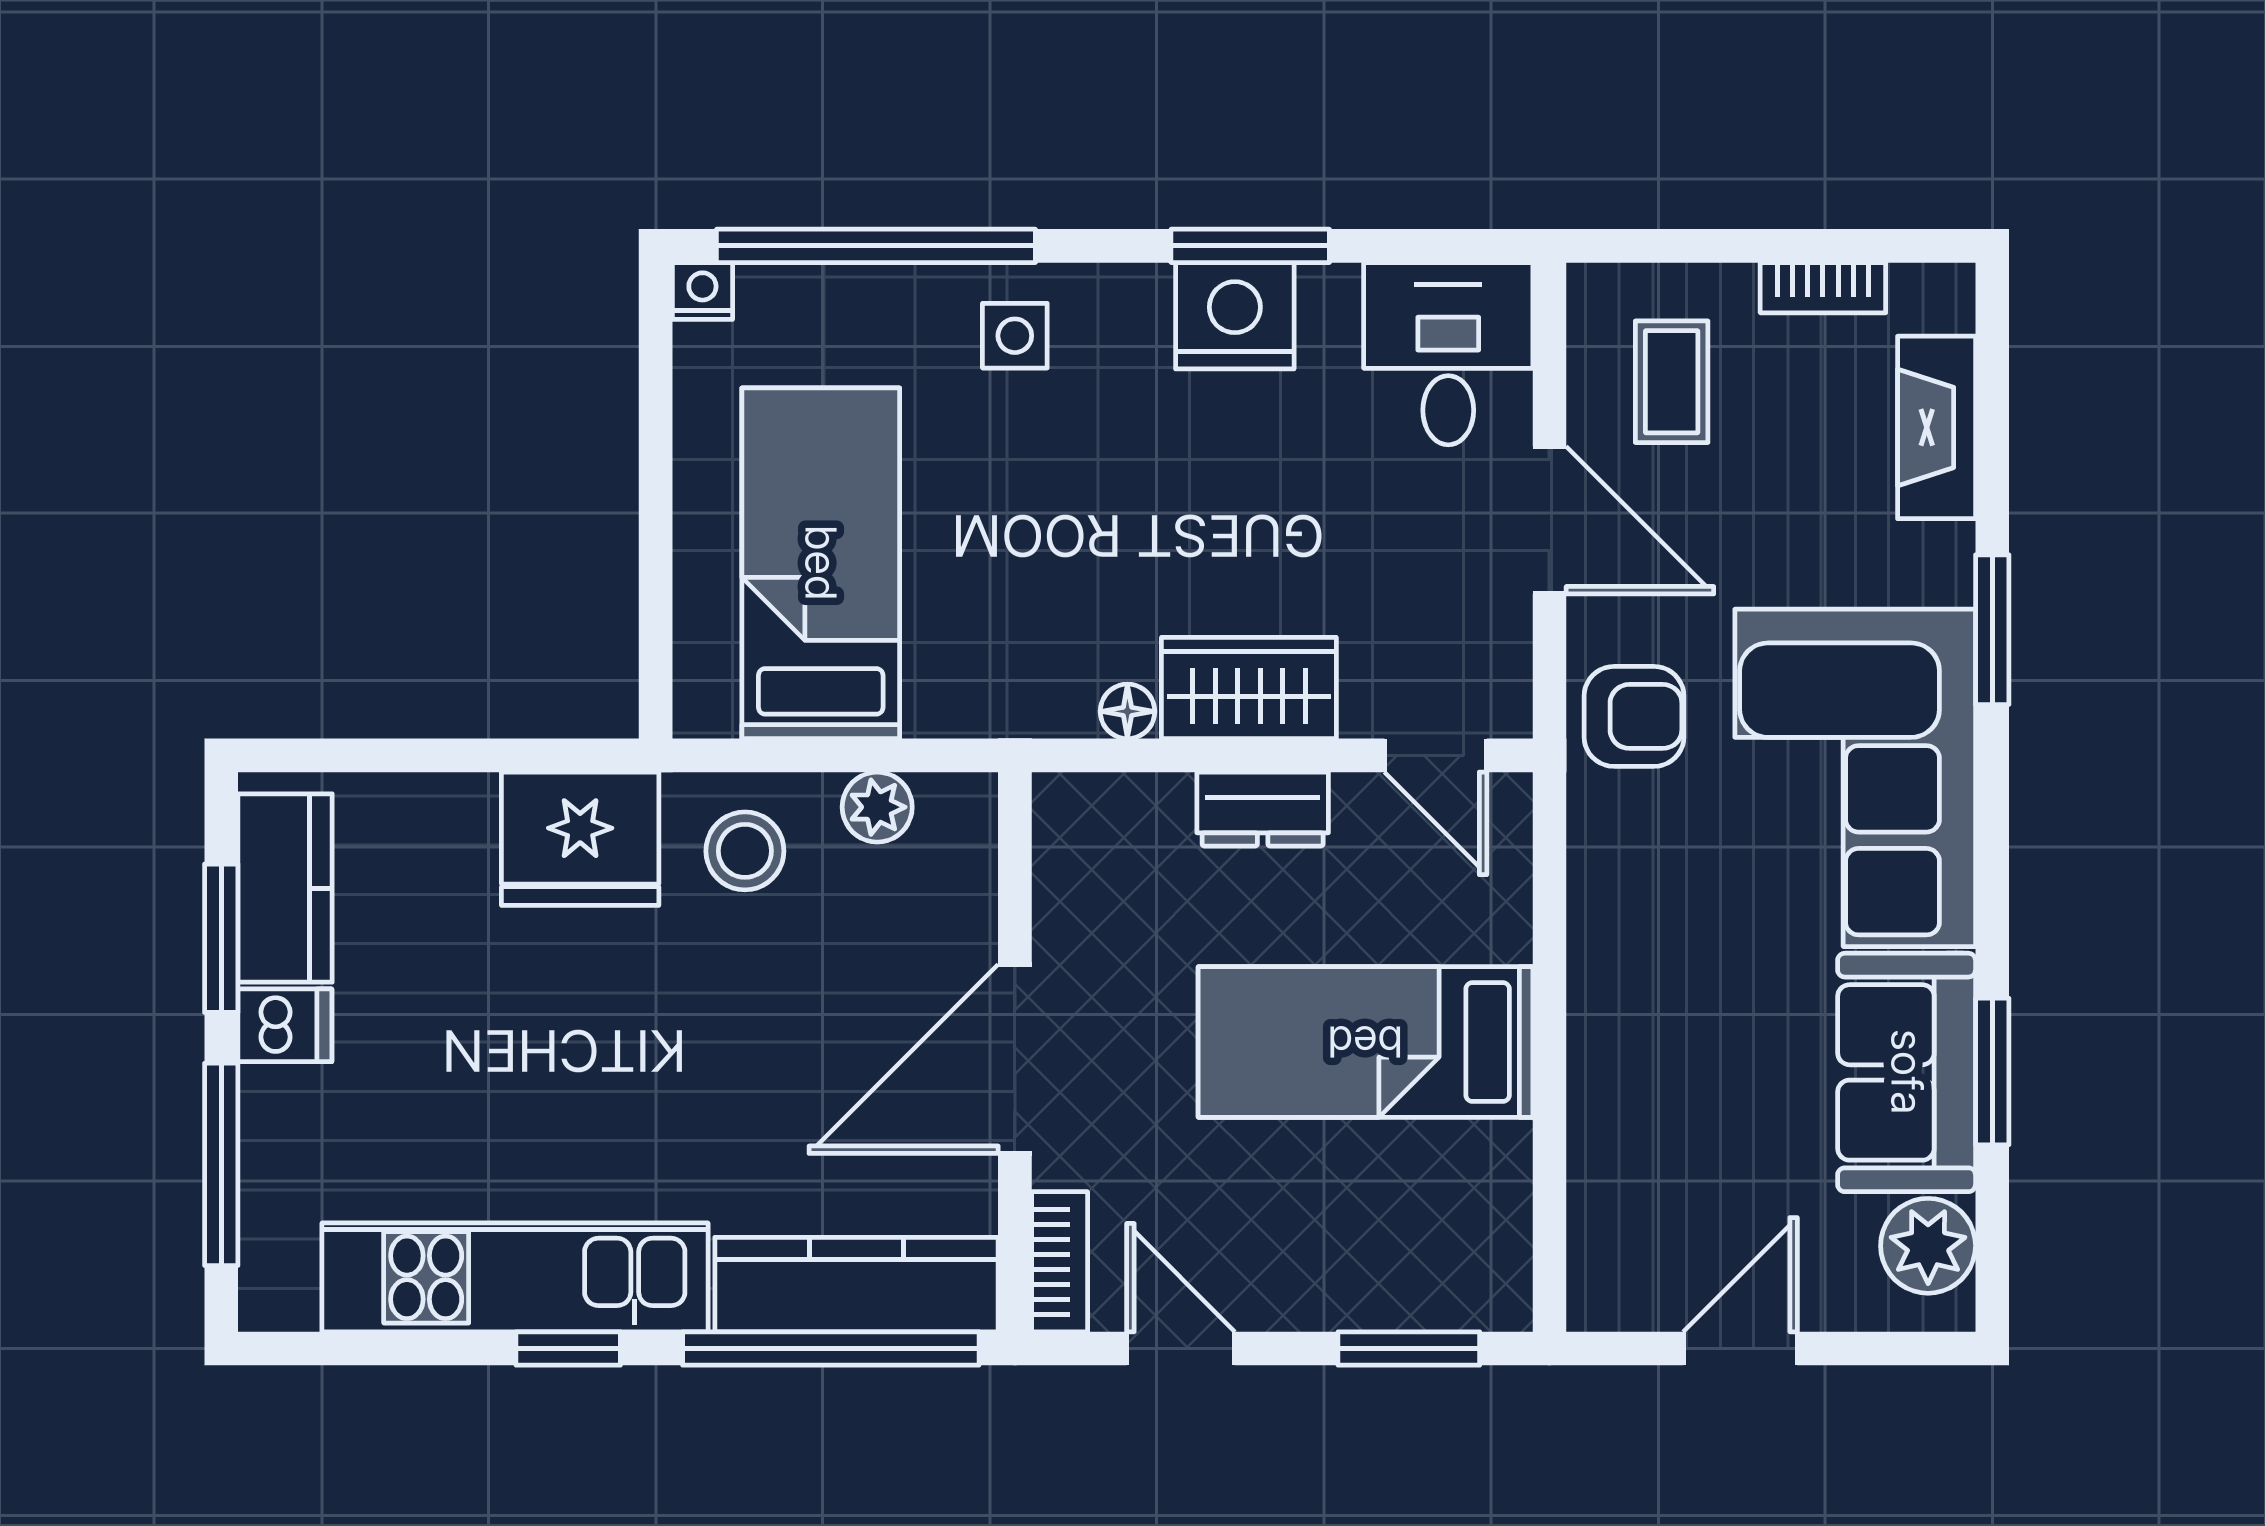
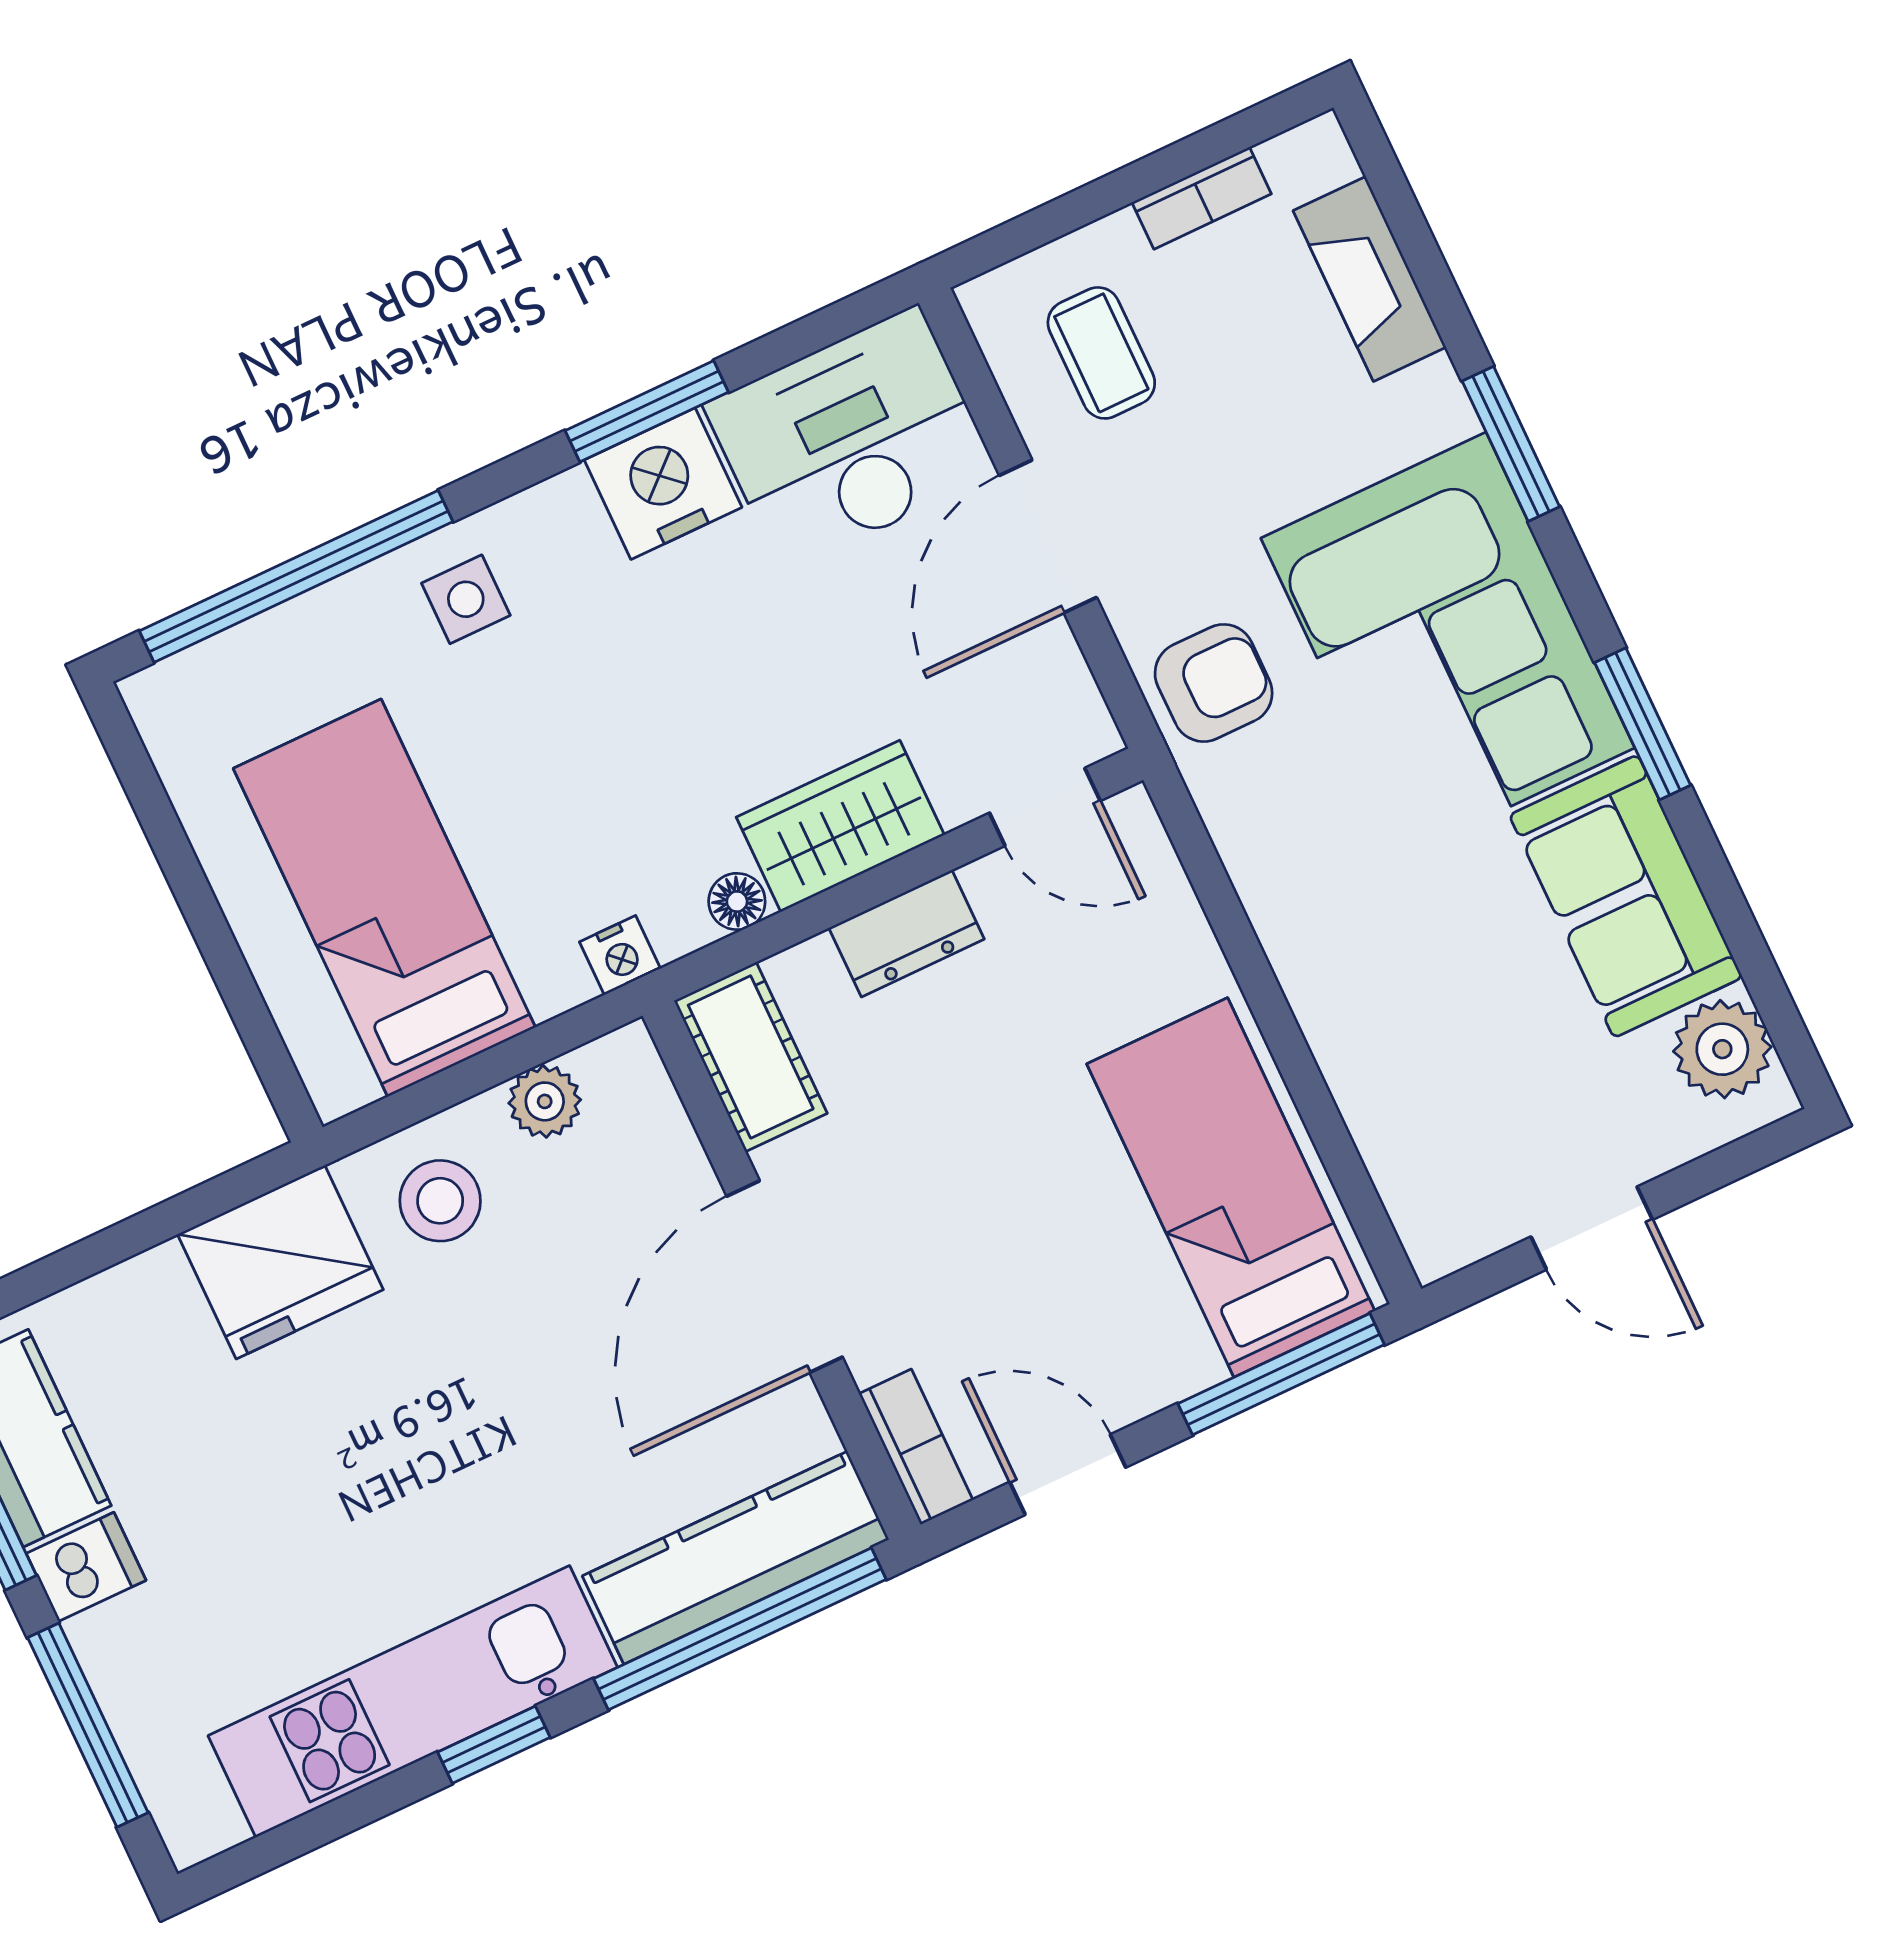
nightstand: (702, 291) -> (620, 955), moved, turned 180
desk: (1448, 354) -> (850, 439), width x1.37
door: (1549, 520) -> (1048, 536), swing flipped
cot: (1076, 853) -> (751, 1057), added
bed: (1365, 1042) -> (1231, 1187), moved, turned 90
window: (1992, 1072) -> (1643, 724), moved
window: (1409, 1348) -> (1281, 1374), width x1.44
door: (1740, 1348) -> (1592, 1228), swing flipped

